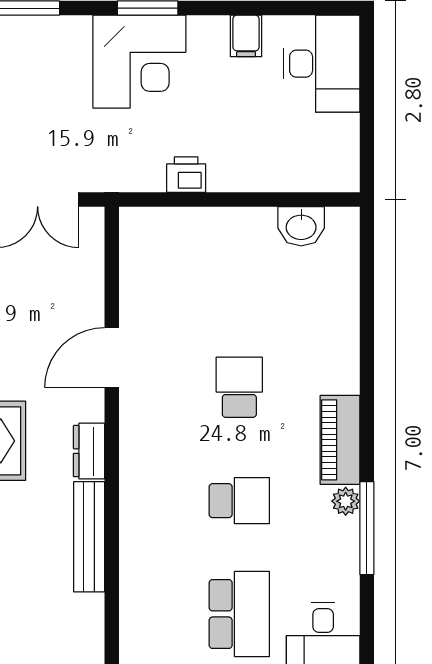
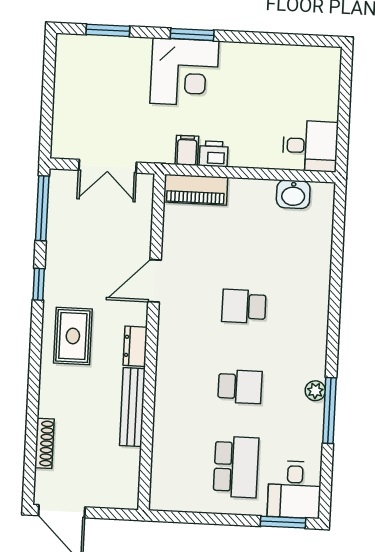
filing cabinet: (246, 36) -> (187, 150), moved, turned 180
desk: (322, 64) -> (310, 146), moved, width x0.73
school desk: (239, 387) -> (244, 306), turned -90
piano: (340, 440) -> (196, 190), moved, turned -90

